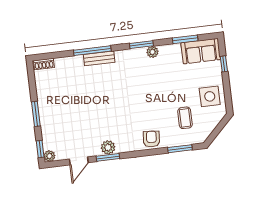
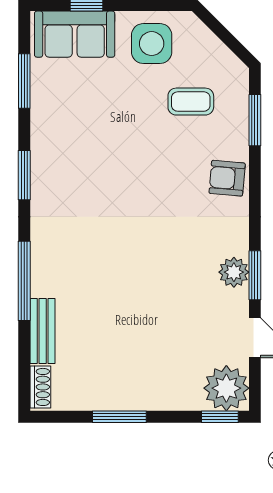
sofa: (201, 51) -> (75, 34), moved, turned 90
plant: (152, 52) -> (43, 154), removed
bench: (99, 58) -> (43, 331), moved
window: (36, 114) -> (119, 417), moved
plant: (49, 156) -> (226, 388), width x1.88, depth x1.88

